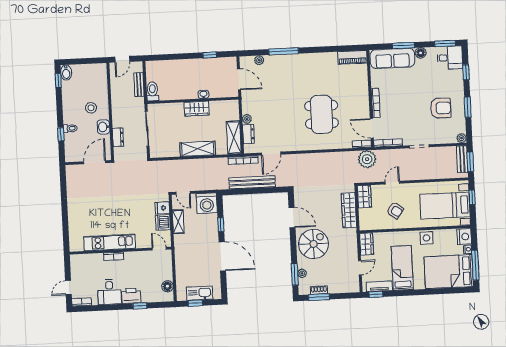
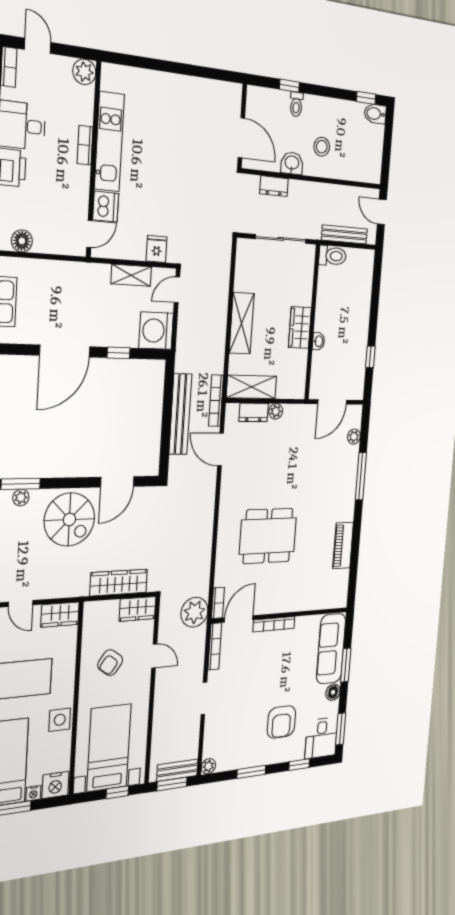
piano: (352, 57) -> (343, 545), moved
bench: (139, 85) -> (344, 234), width x1.36
armchair: (441, 108) -> (281, 722), moved
dishwasher: (163, 222) -> (106, 207), moved, turned 90
plant: (76, 261) -> (84, 72), added

